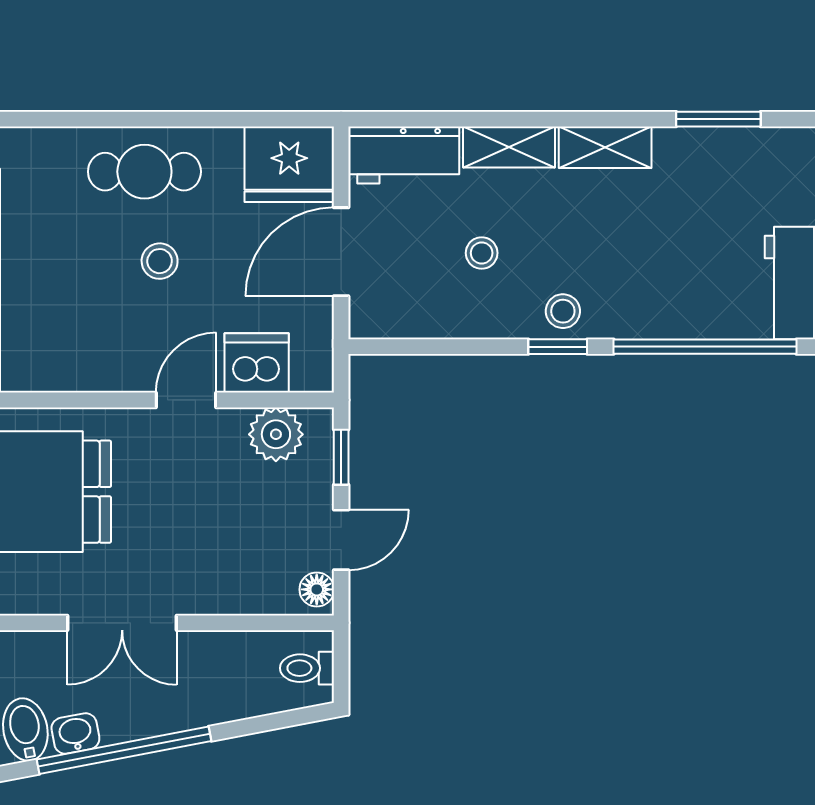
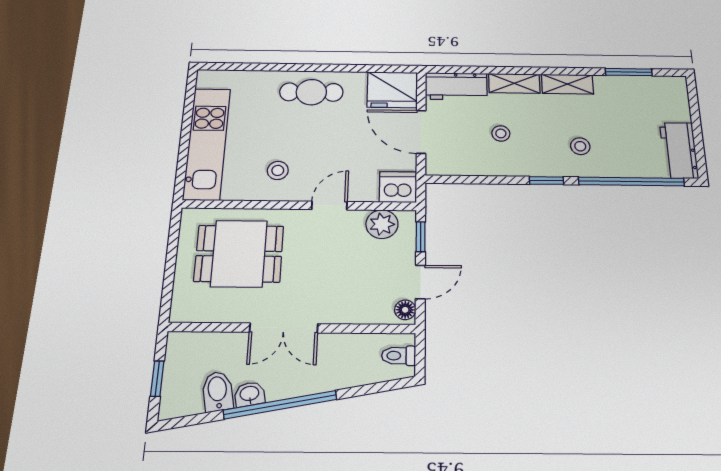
door: (341, 252) -> (421, 132), hinge flipped
stool: (160, 261) -> (278, 170), moved
stool: (563, 311) -> (580, 146), moved
dishwasher: (257, 363) -> (398, 187), moved

